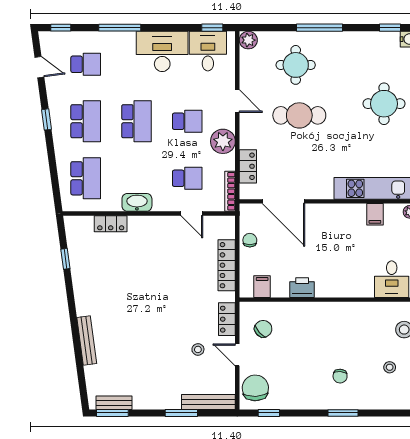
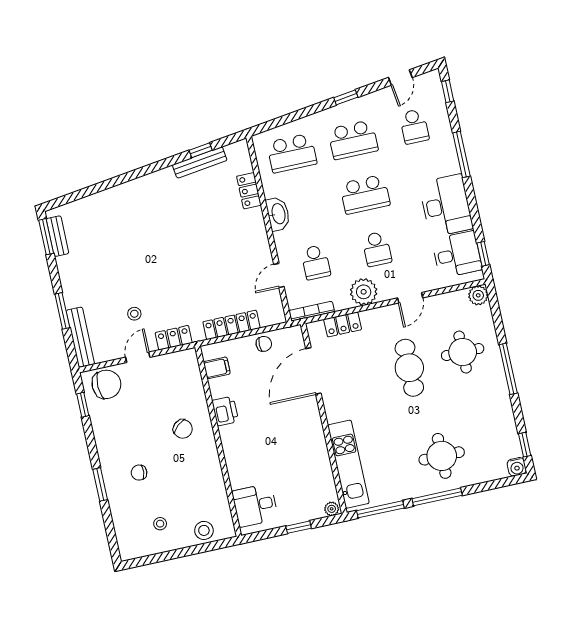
filing cabinet: (375, 214) -> (321, 472), removed
chair: (263, 329) -> (183, 429), moved
bench: (87, 340) -> (200, 163), moved

